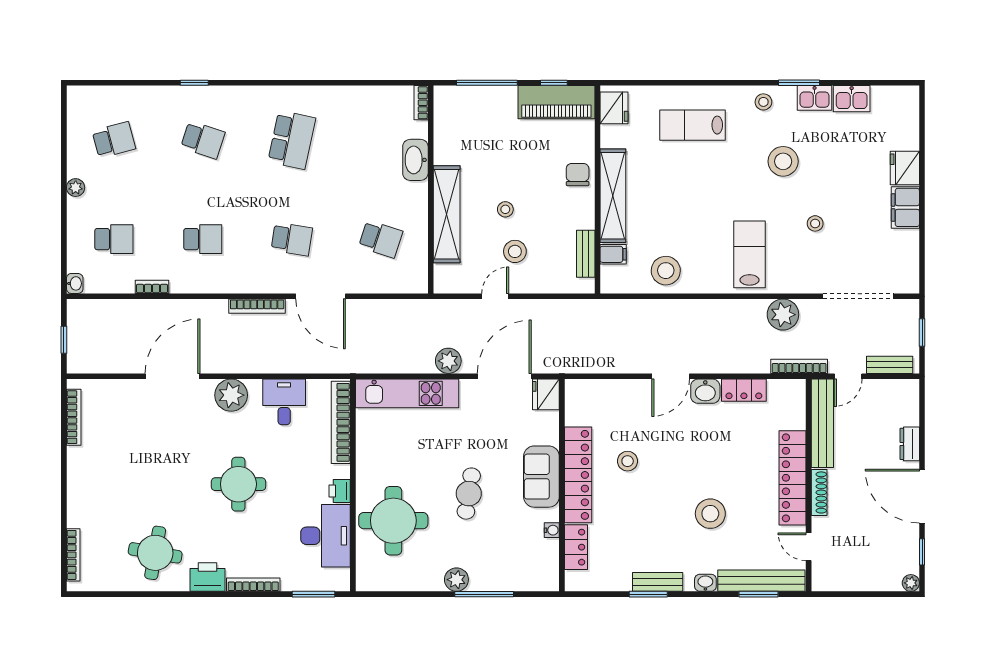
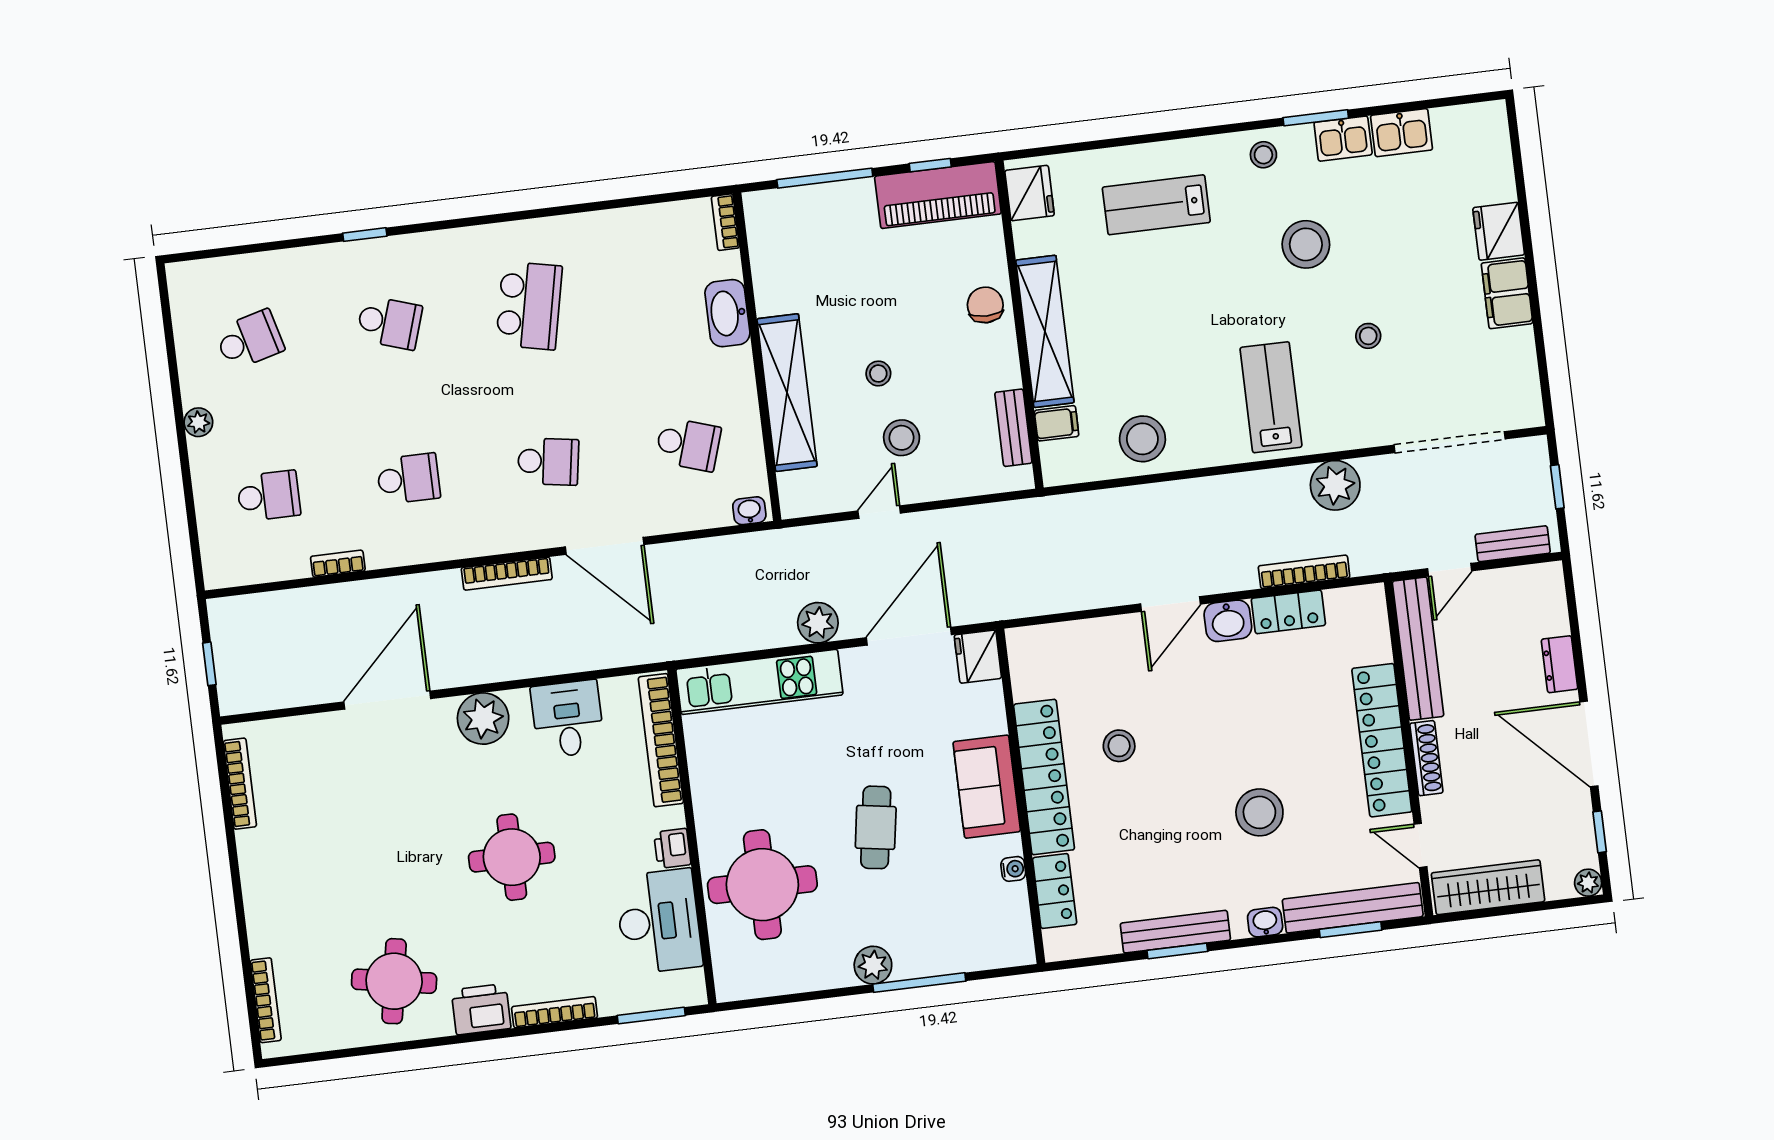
washbasin: (75, 283) -> (749, 511), moved, turned -90
bookcase: (799, 366) -> (1304, 572), moved
wardrobe: (848, 578) -> (1488, 887), added
bench: (658, 582) -> (1175, 932), width x1.36

